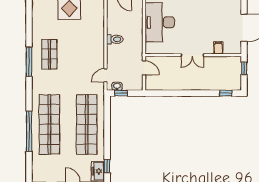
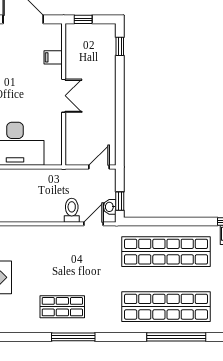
toilet: (115, 39) -> (72, 210), moved
door: (144, 68) -> (99, 167), moved
door: (105, 75) -> (93, 224), swing flipped

